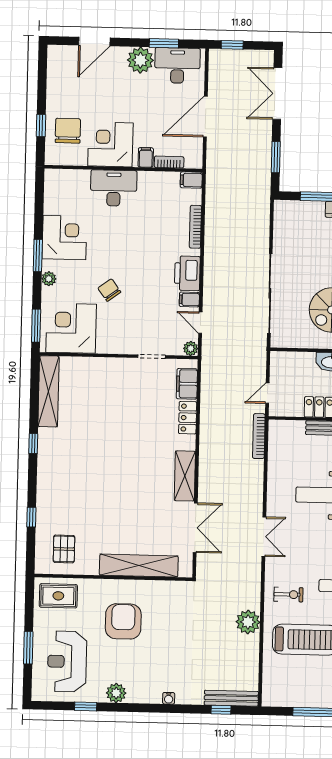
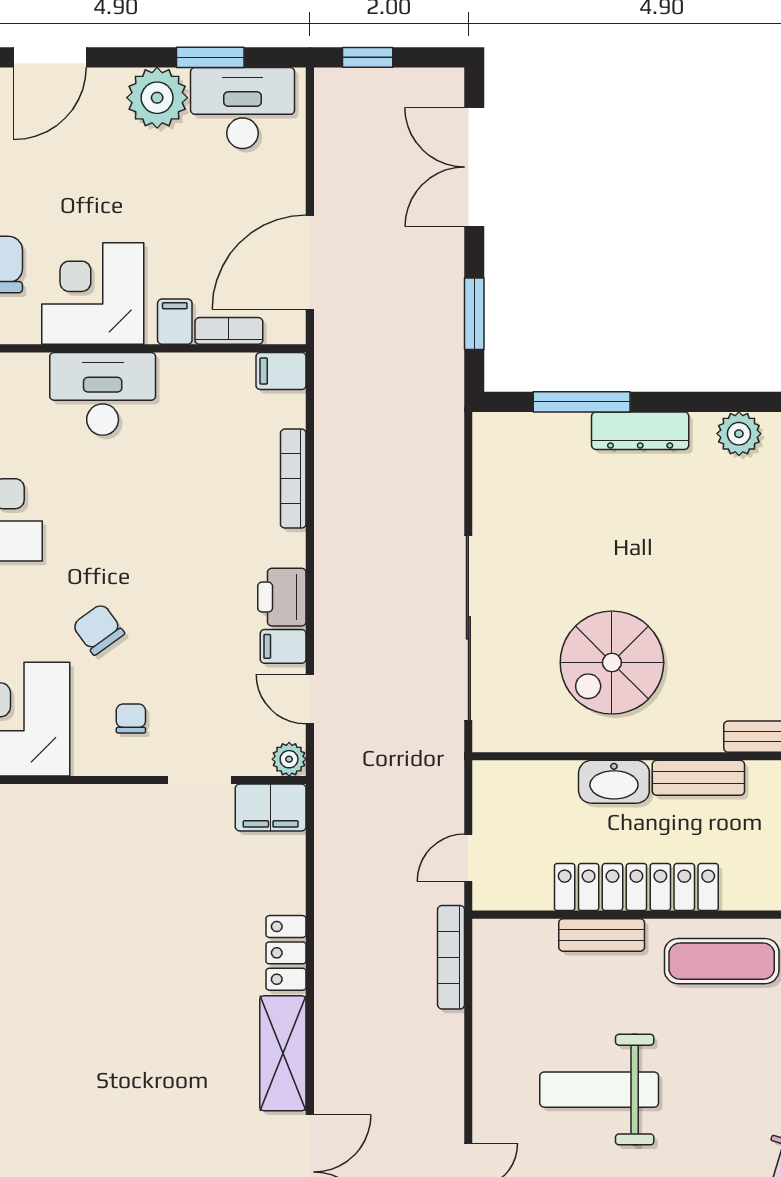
door: (205, 117) -> (310, 262), moved
printer: (187, 273) -> (282, 597), width x0.73, depth x0.84
chair: (122, 329) -> (131, 718), added
filing cabinet: (187, 384) -> (271, 808), moved, turned -90
locker: (188, 418) -> (286, 953), moved

